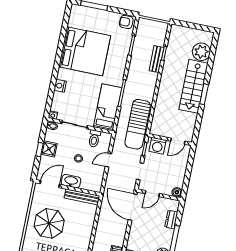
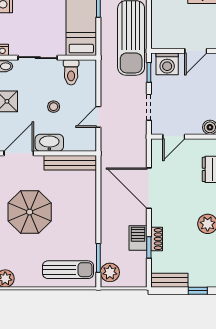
door: (108, 160) -> (98, 117), moved
door: (133, 207) -> (149, 188), moved

